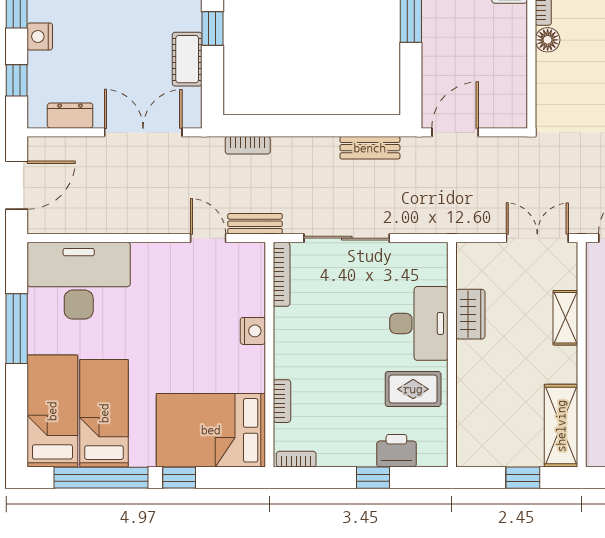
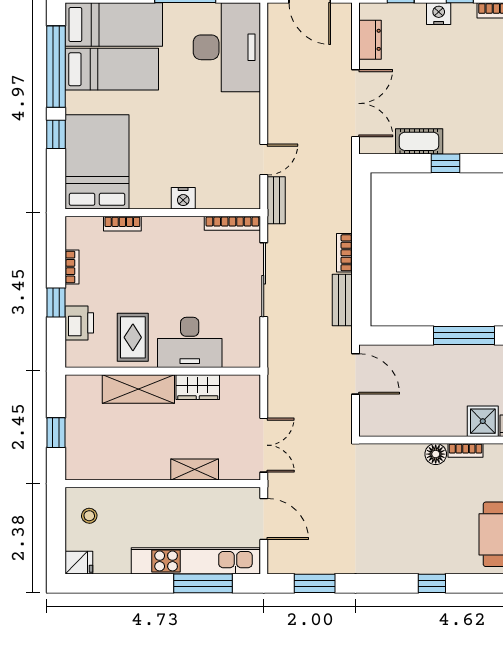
bookcase: (248, 145) -> (344, 253), moved
shelving: (561, 426) -> (138, 389), moved
bookcase: (296, 459) -> (72, 267), moved

